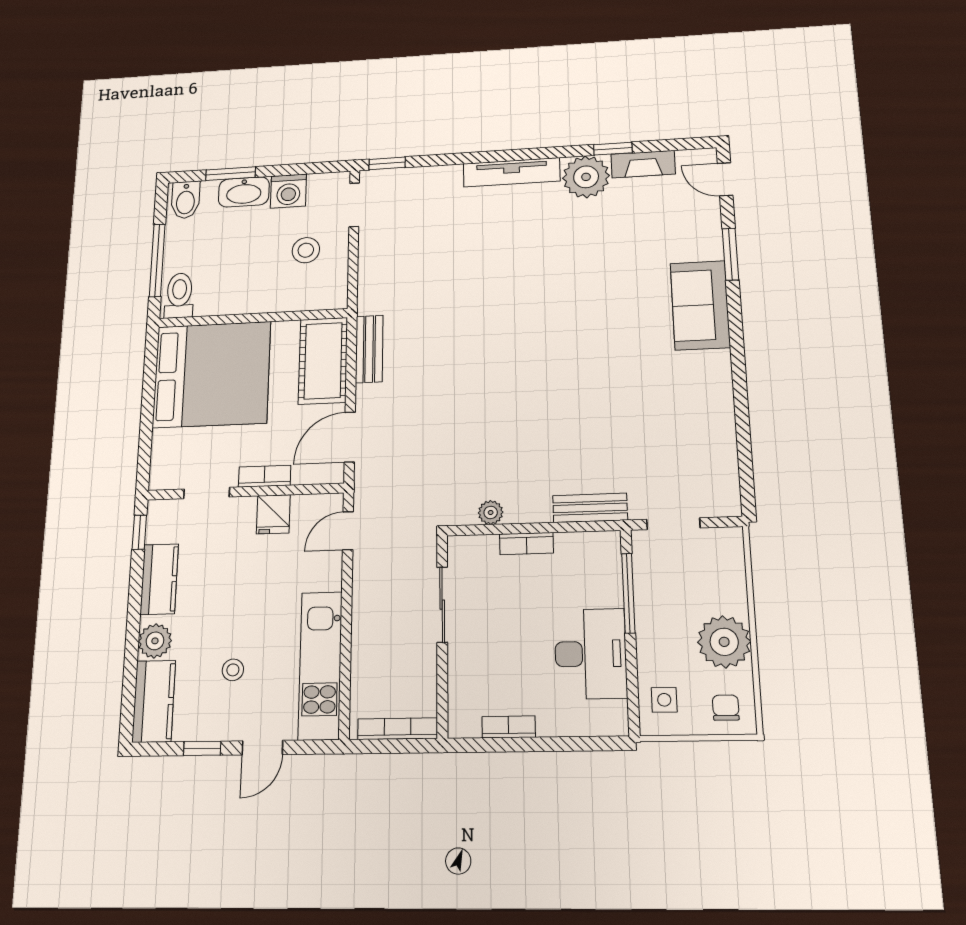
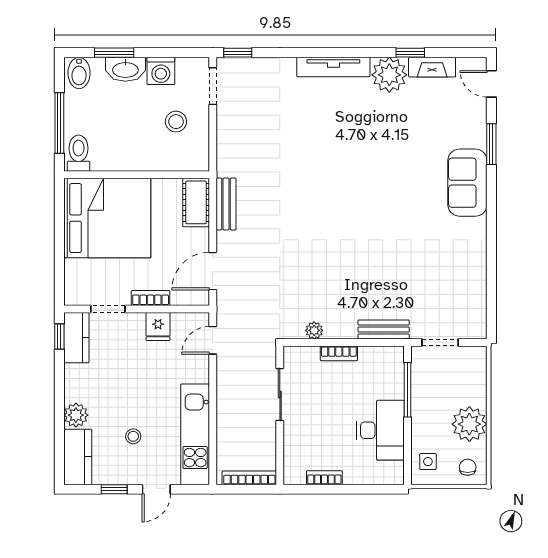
cot: (323, 361) -> (196, 202), width x0.73, depth x0.75
kitchen counter: (159, 579) -> (76, 338), moved

